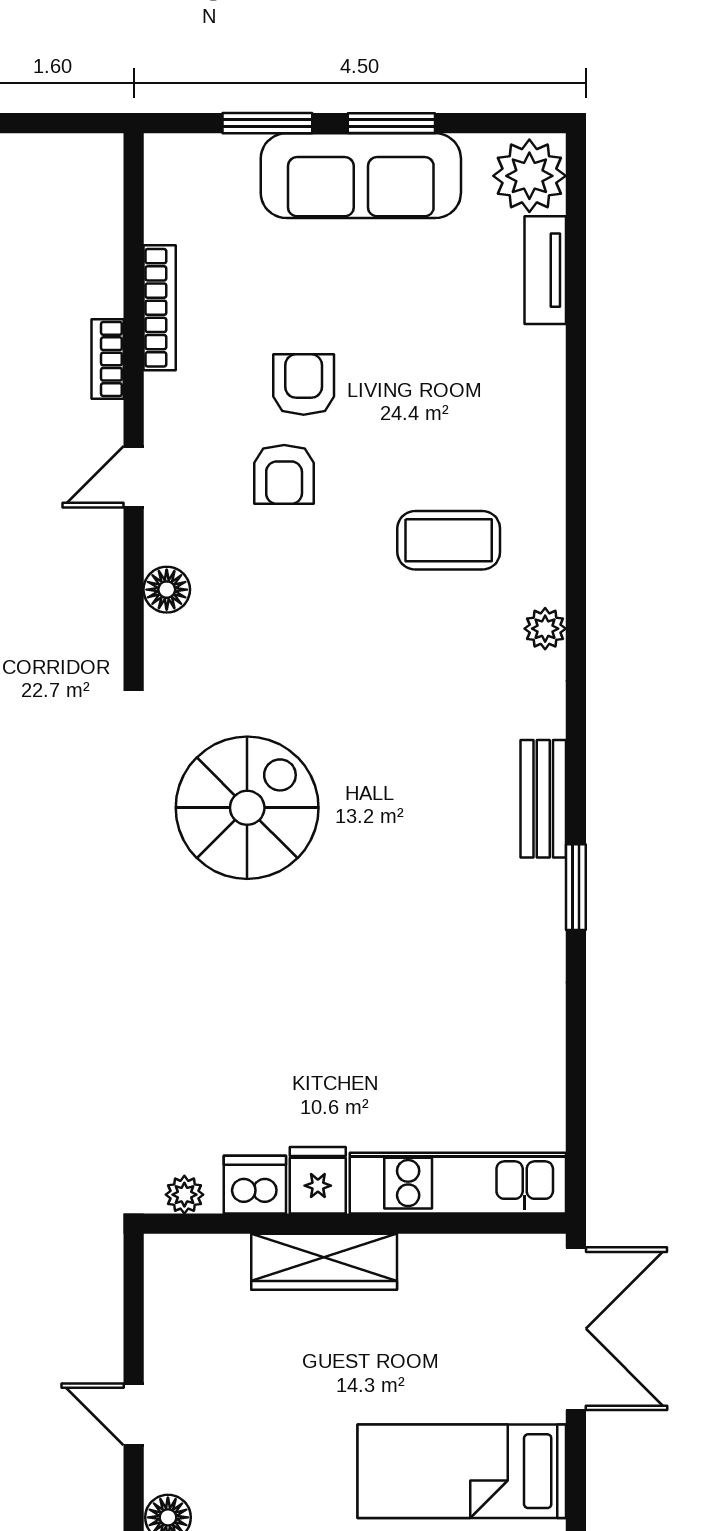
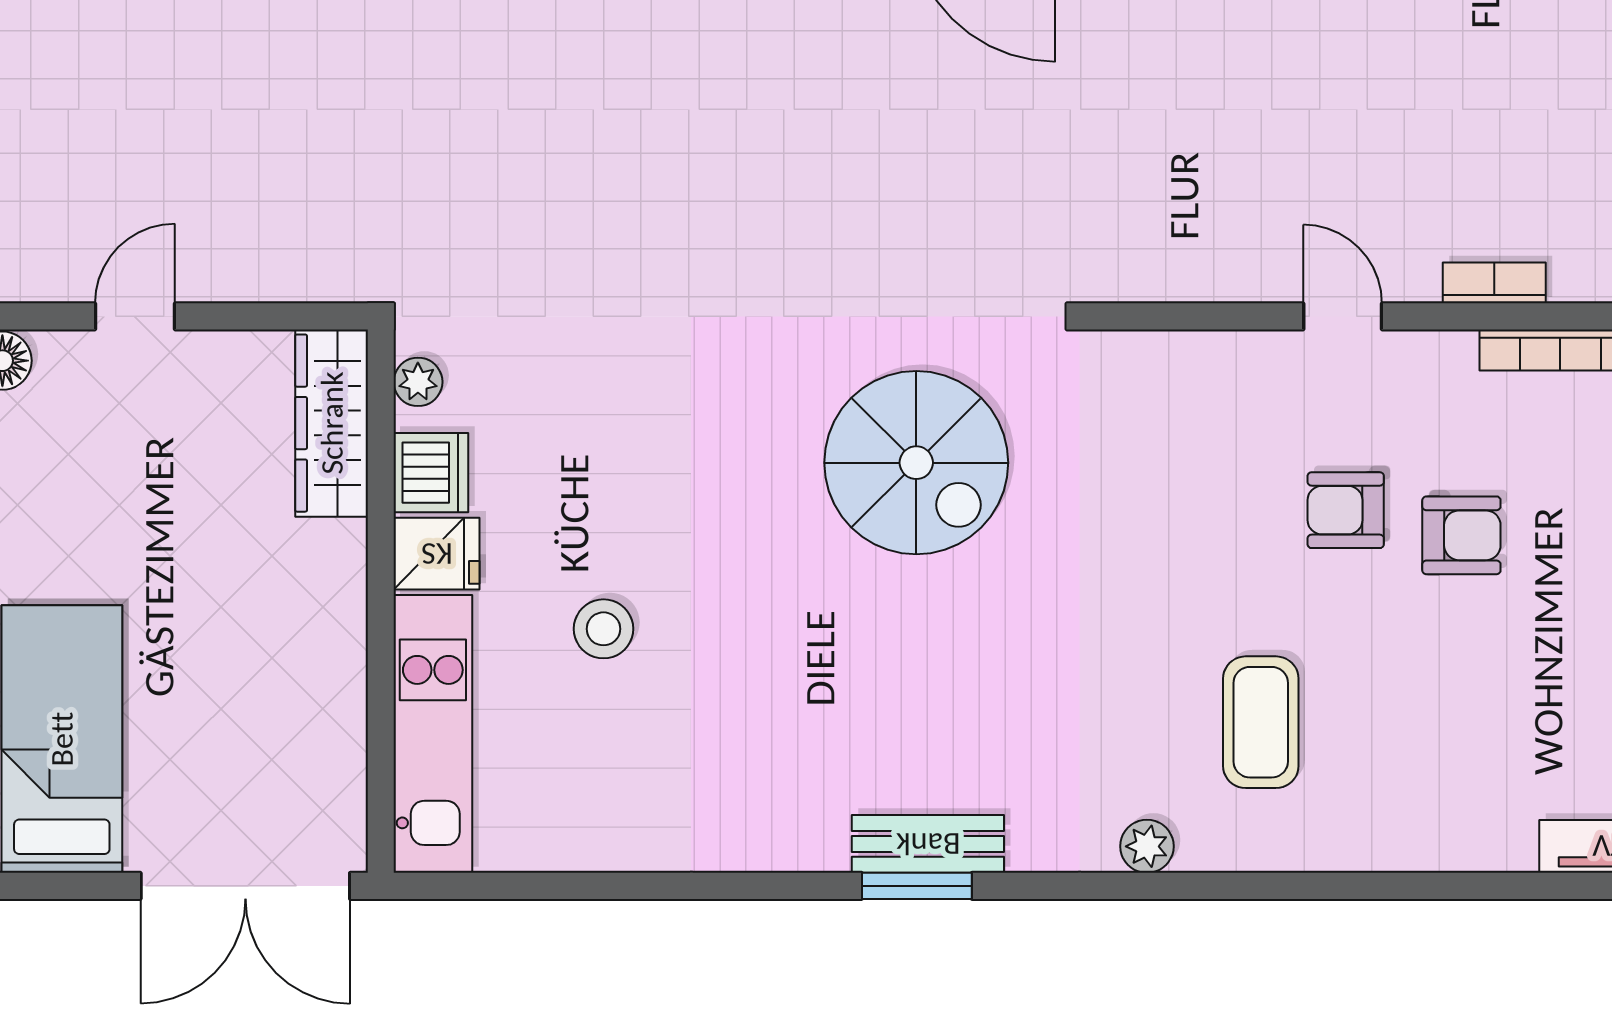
floor lamp: (167, 590) -> (1197, 359), removed
window: (576, 887) -> (917, 886), moved
stool: (376, 1051) -> (603, 629), added
wardrobe: (324, 1262) -> (332, 423), moved

